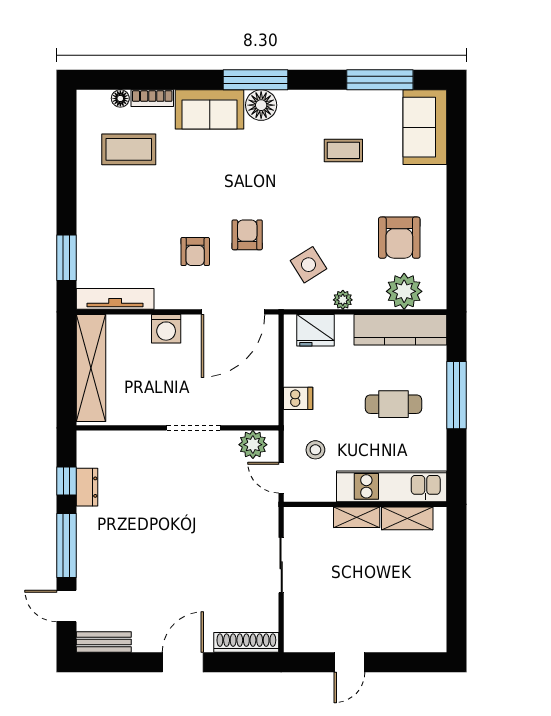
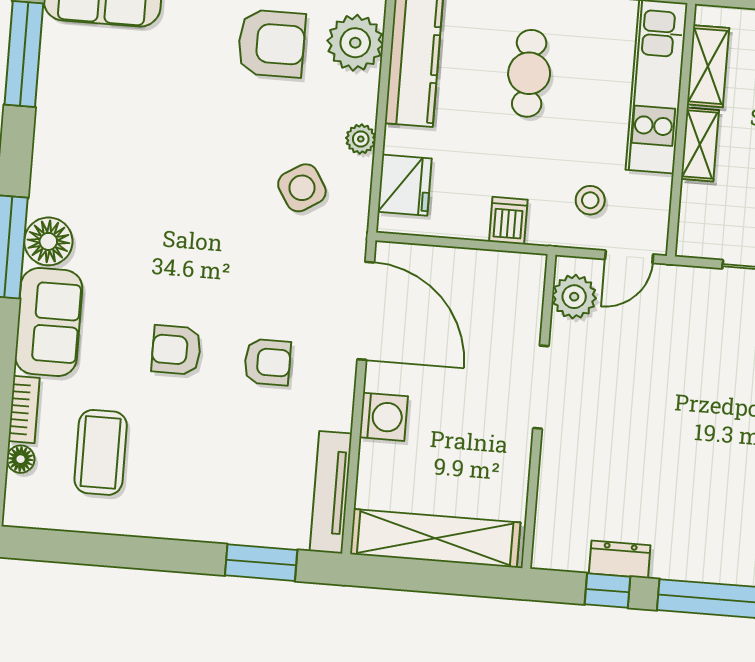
coffee table: (343, 150) -> (129, 119), removed
armchair: (247, 235) -> (176, 350), moved

